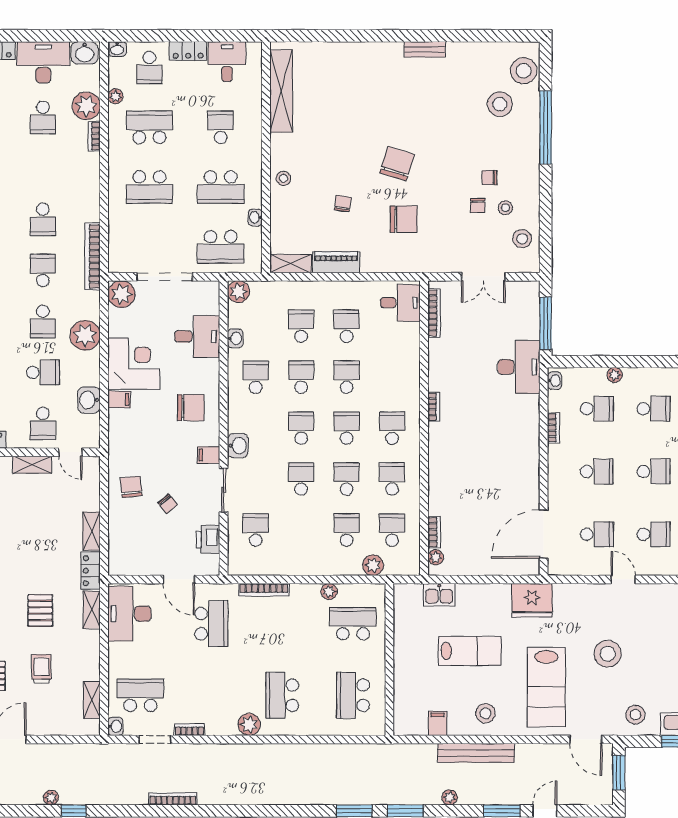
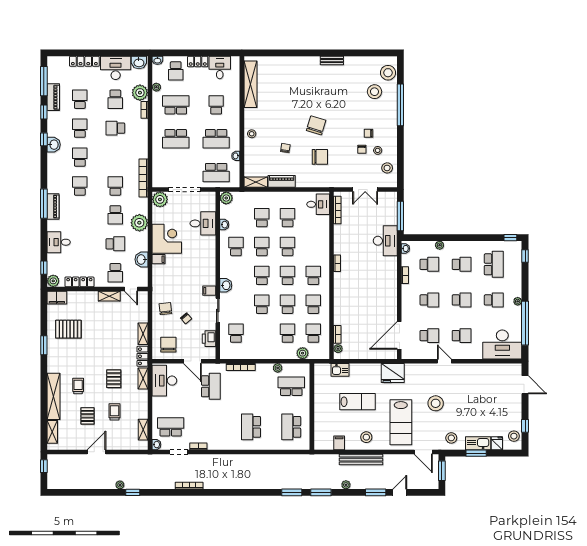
school desk: (43, 219) -> (115, 128), moved, turned 90
chair: (191, 408) -> (168, 345), moved, turned -90
plant: (249, 724) -> (232, 443), removed

